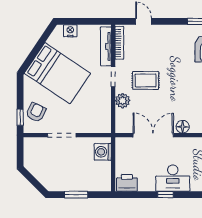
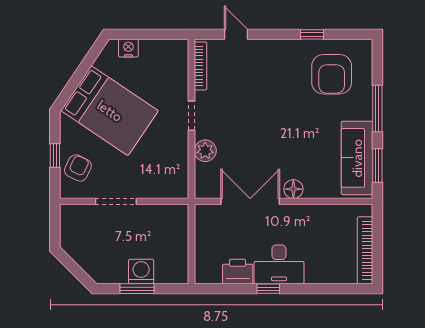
tv unit: (106, 46) -> (181, 71), removed
rug: (146, 80) -> (239, 121), removed
window: (20, 117) -> (55, 156), moved
washing machine: (103, 152) -> (141, 271), moved, turned 90
printer: (127, 183) -> (238, 271), moved

